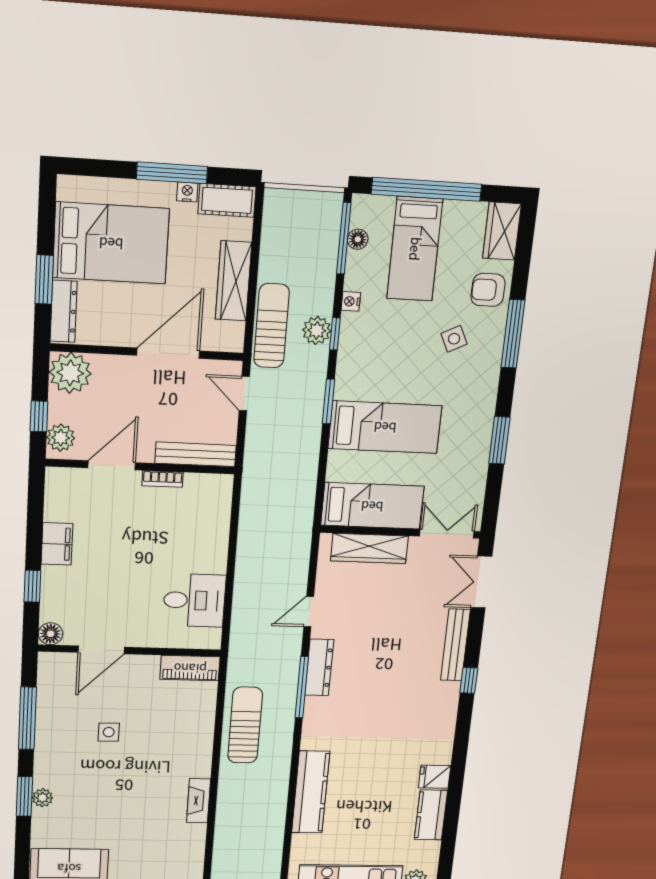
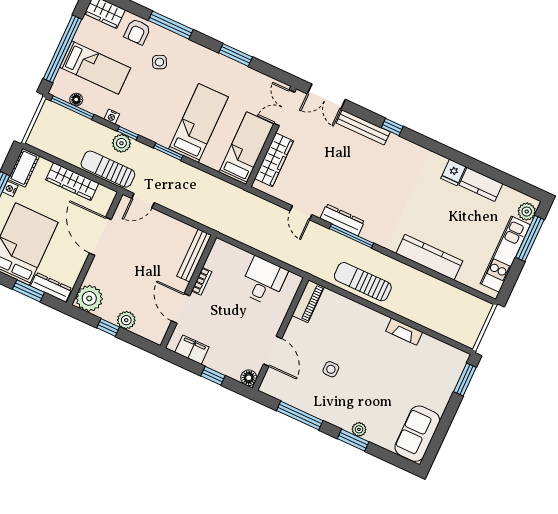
bench: (196, 454) -> (194, 256), moved
door: (112, 465) -> (181, 308), moved
wall: (140, 467) -> (188, 292), moved
bookcase: (163, 479) -> (202, 281), moved

